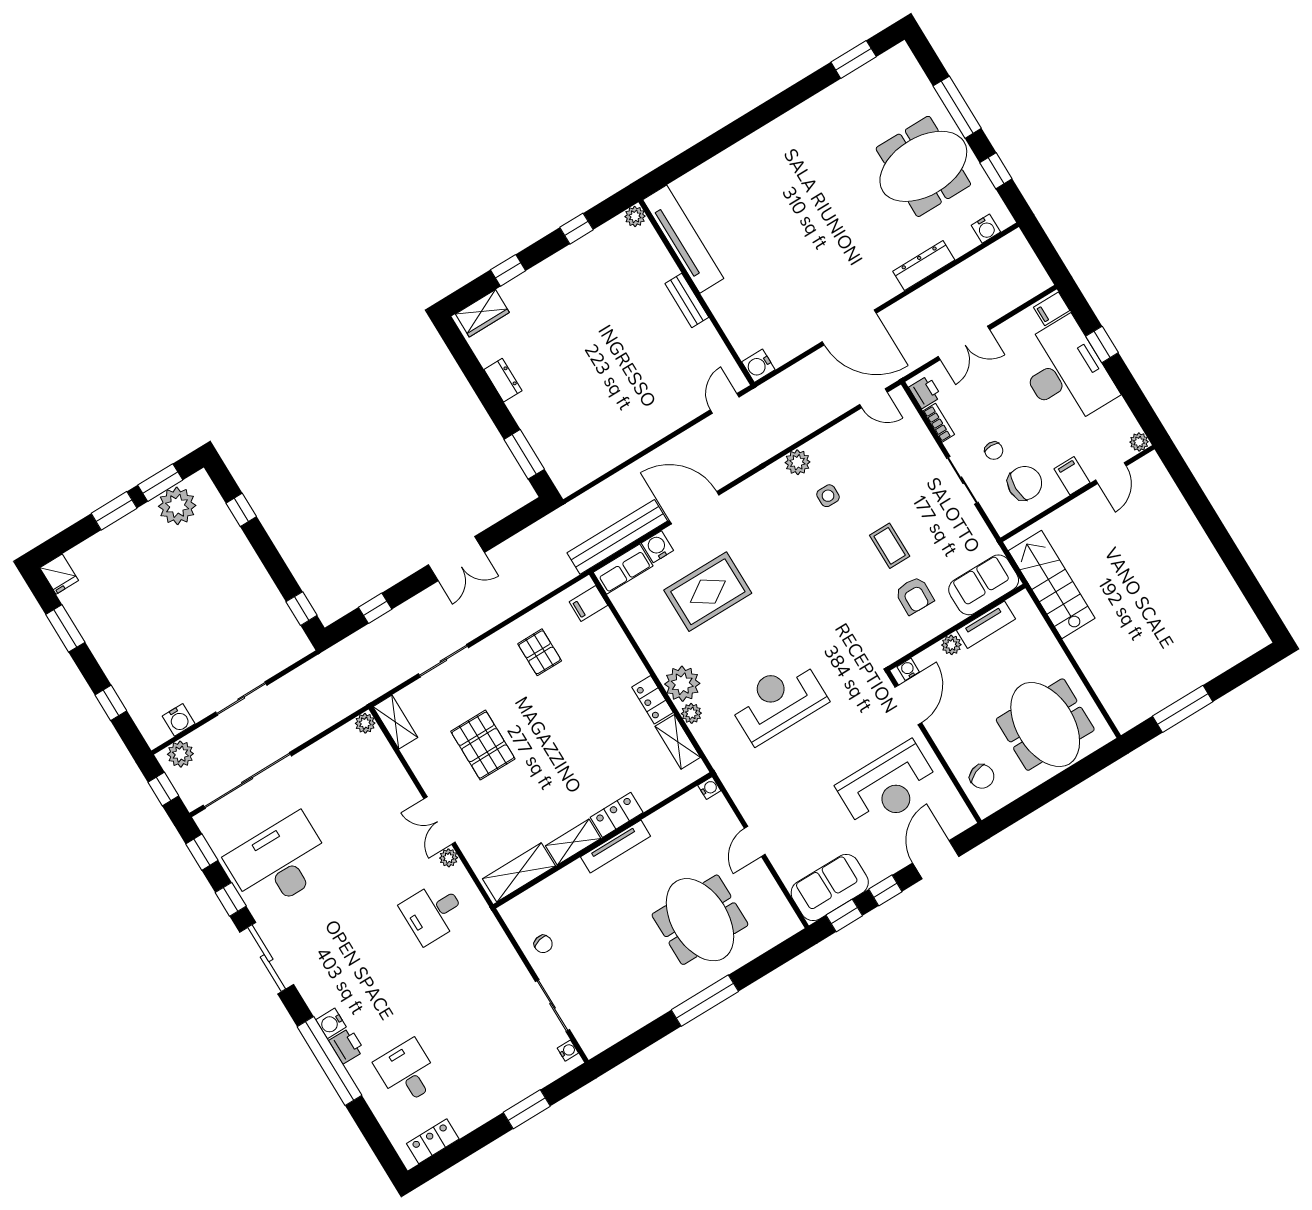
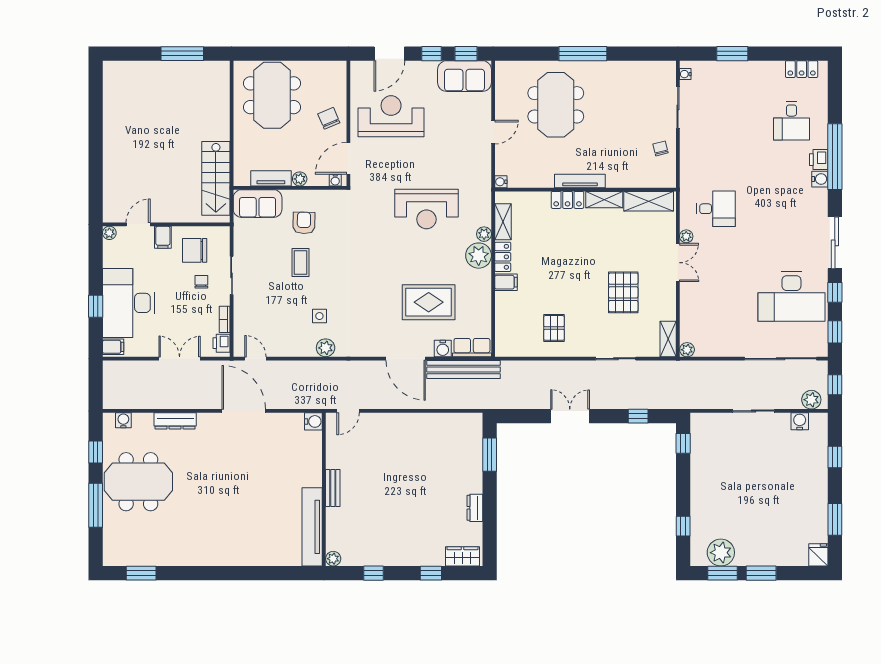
filing cabinet: (588, 604) -> (506, 282), moved
chair: (982, 776) -> (329, 118), moved

